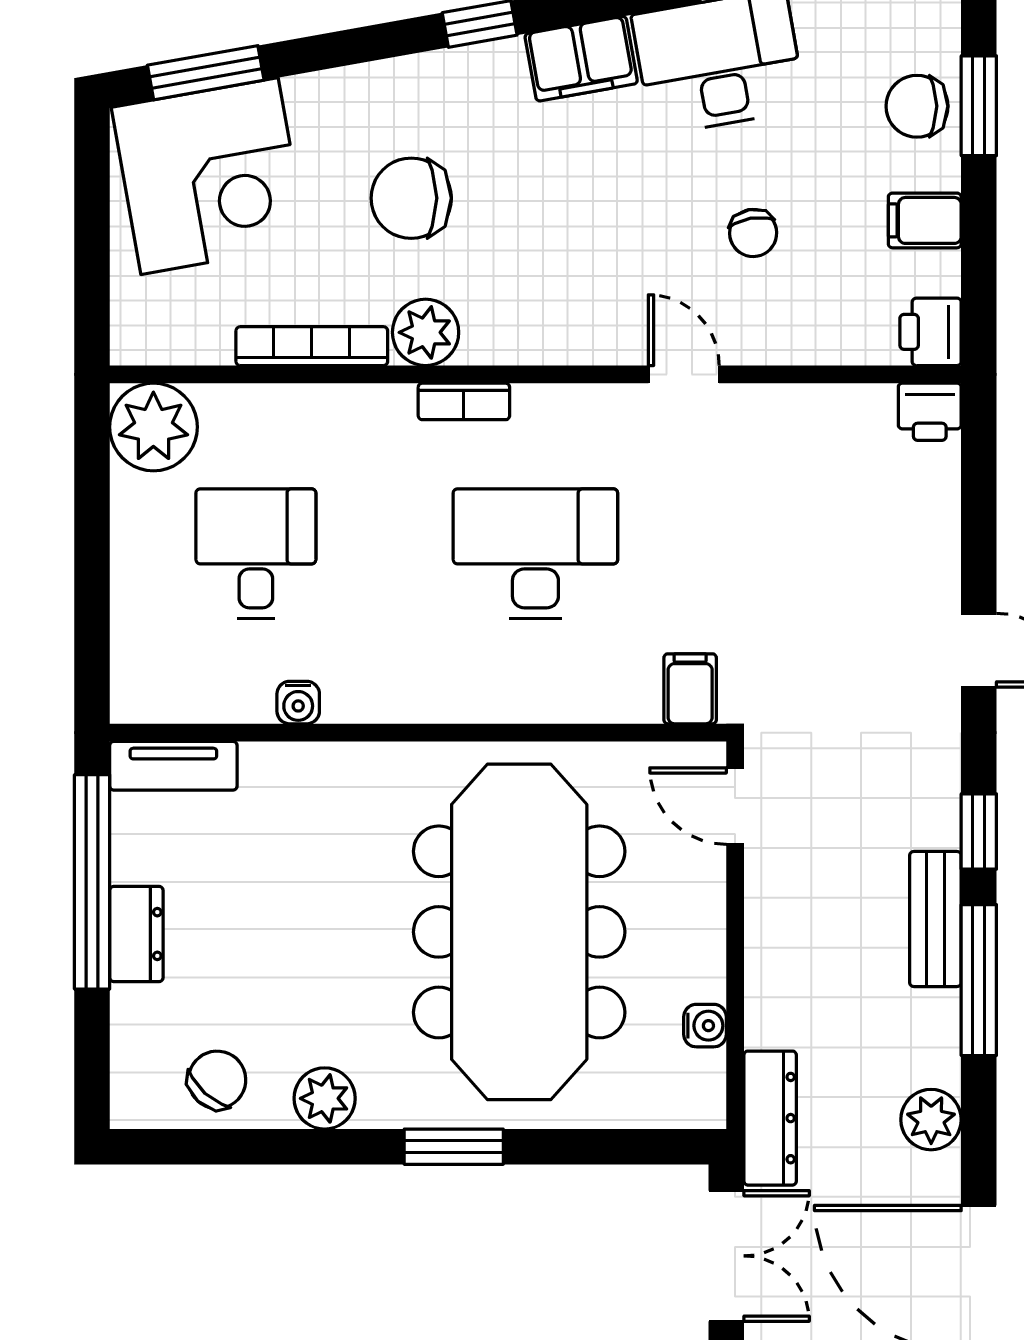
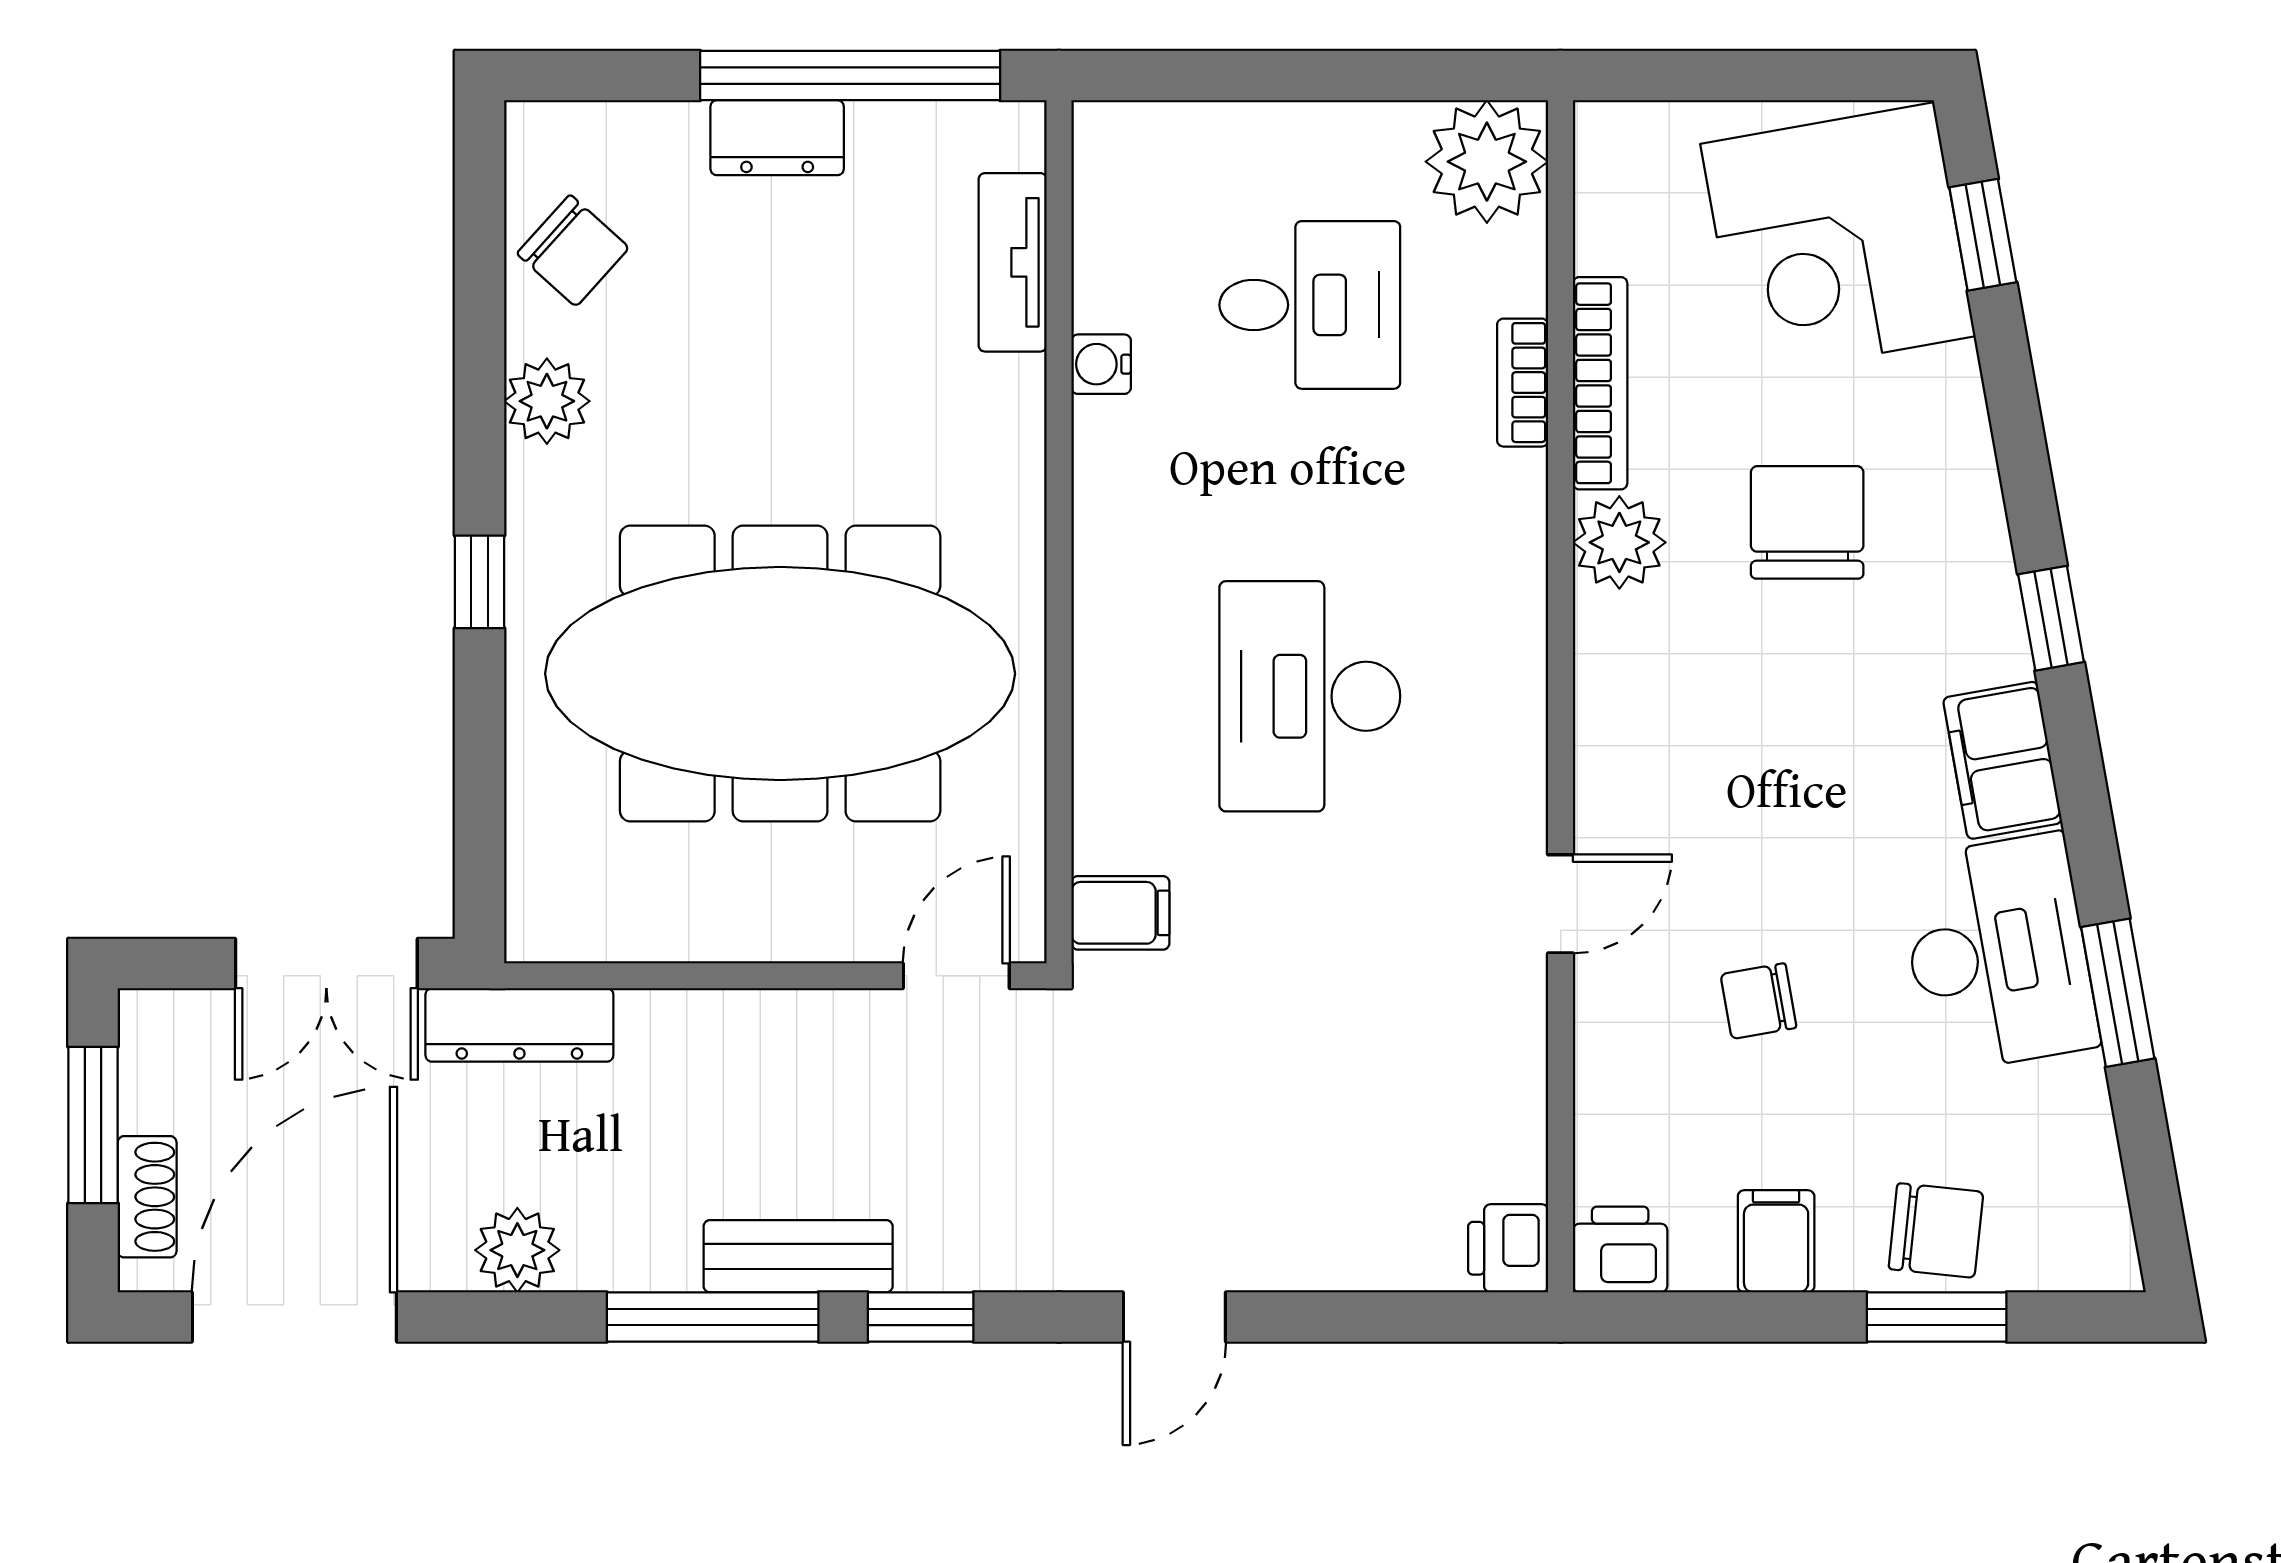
window: (206, 73) -> (1983, 235), width x0.67
chair: (917, 106) -> (1936, 1230), turned 96
bookcase: (464, 401) -> (1523, 383), moved
desk: (535, 553) -> (1310, 696), turned 180
tv unit: (173, 766) -> (1013, 262), moved
water cooler: (705, 1026) -> (649, 934), removed
window: (454, 1147) -> (479, 582), width x0.67

